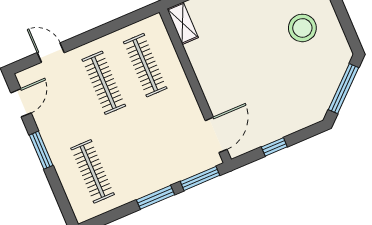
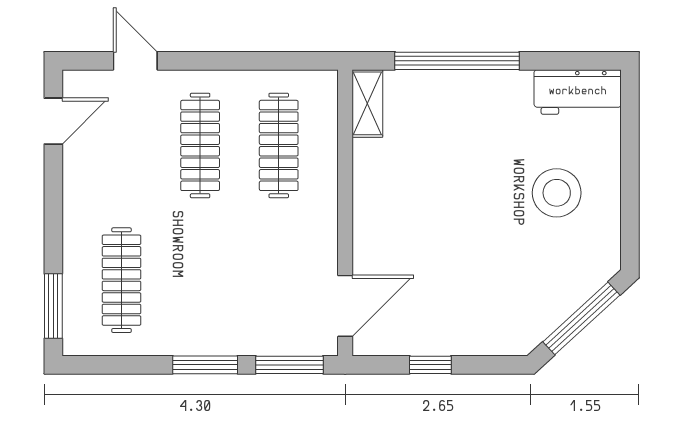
window: (41, 150) -> (53, 306), moved

